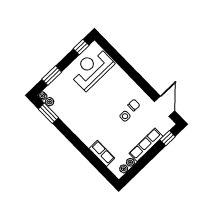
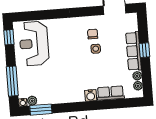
window: (52, 76) -> (12, 81), width x1.44
window: (168, 138) -> (144, 50), moved
water cooler: (88, 141) -> (91, 95), added

